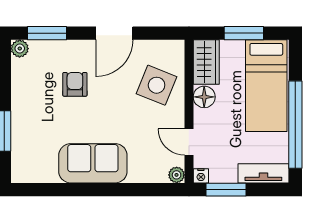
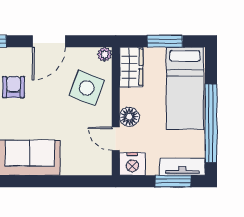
floor lamp: (204, 97) -> (129, 117), moved
plant: (177, 175) -> (105, 54), moved
nightstand: (201, 176) -> (132, 164), width x1.89, depth x1.79
window: (226, 190) -> (173, 181), moved

